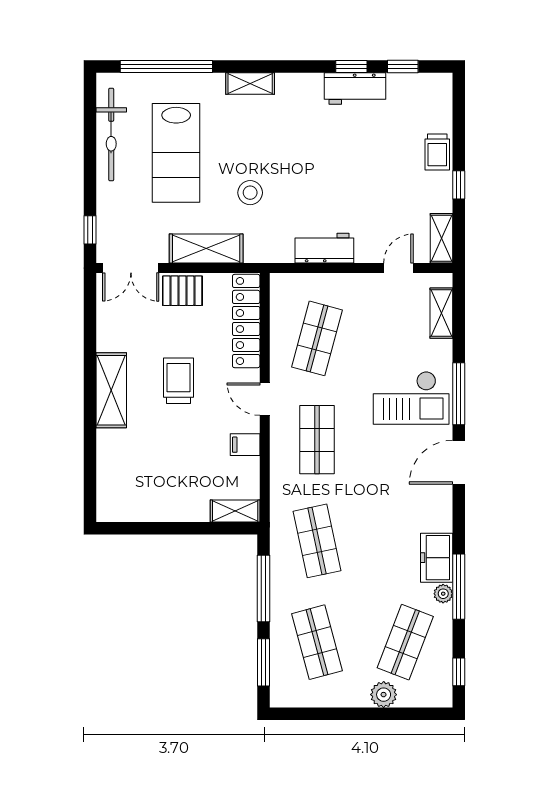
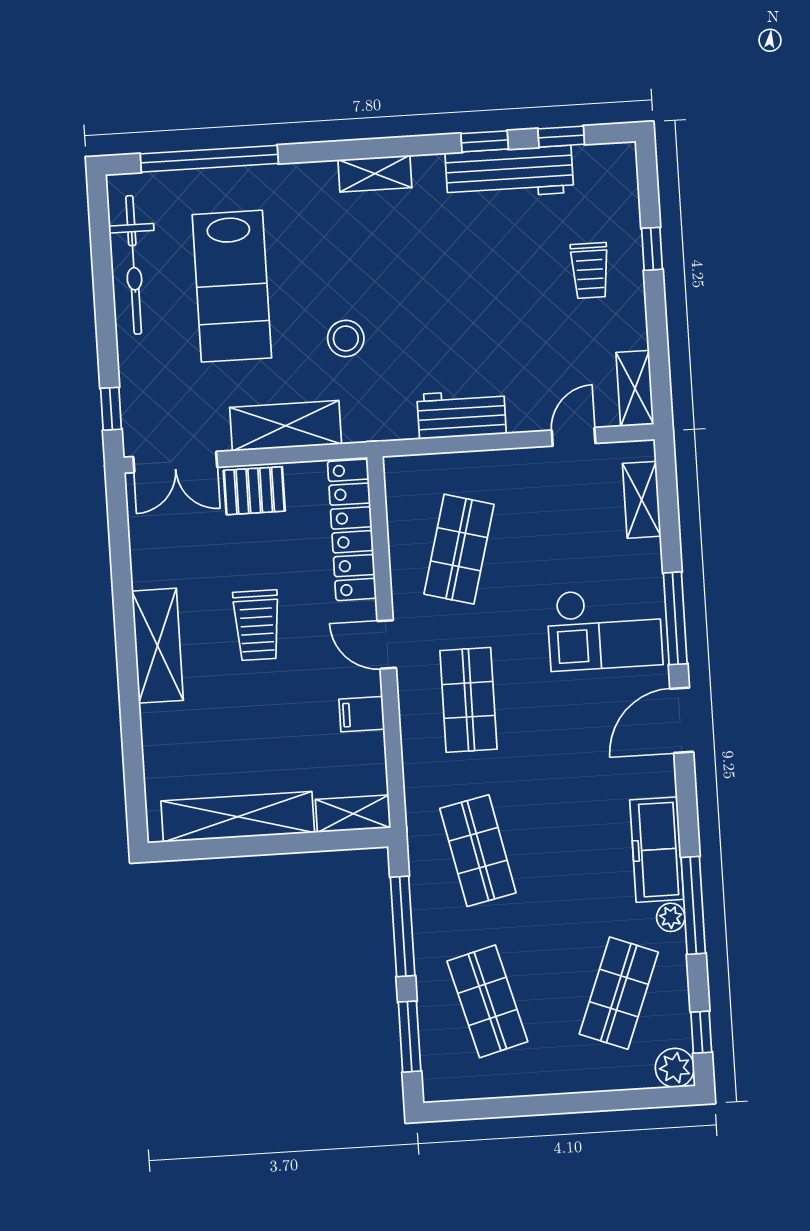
shelving: (250, 84) -> (375, 174), moved
workbench: (355, 89) -> (509, 173), width x1.38
trolley: (437, 152) -> (590, 270), moved
window: (459, 185) -> (652, 249), moved
trolley: (178, 381) -> (257, 625), turned 180
shelving: (158, 508) -> (238, 817), added
freezer: (437, 558) -> (657, 850), width x1.40
plant: (384, 695) -> (675, 1068), moved

